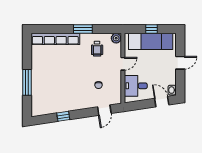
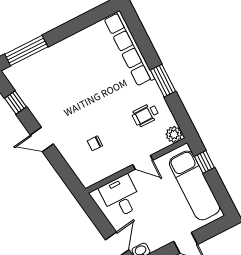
window: (151, 29) -> (204, 162), moved
window: (27, 82) -> (26, 50), moved
door: (104, 110) -> (42, 139), moved
window: (63, 116) -> (16, 102), moved

